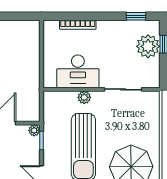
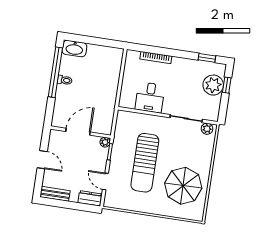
desk: (78, 71) -> (150, 97), width x0.73
plant: (84, 97) -> (207, 129), moved

